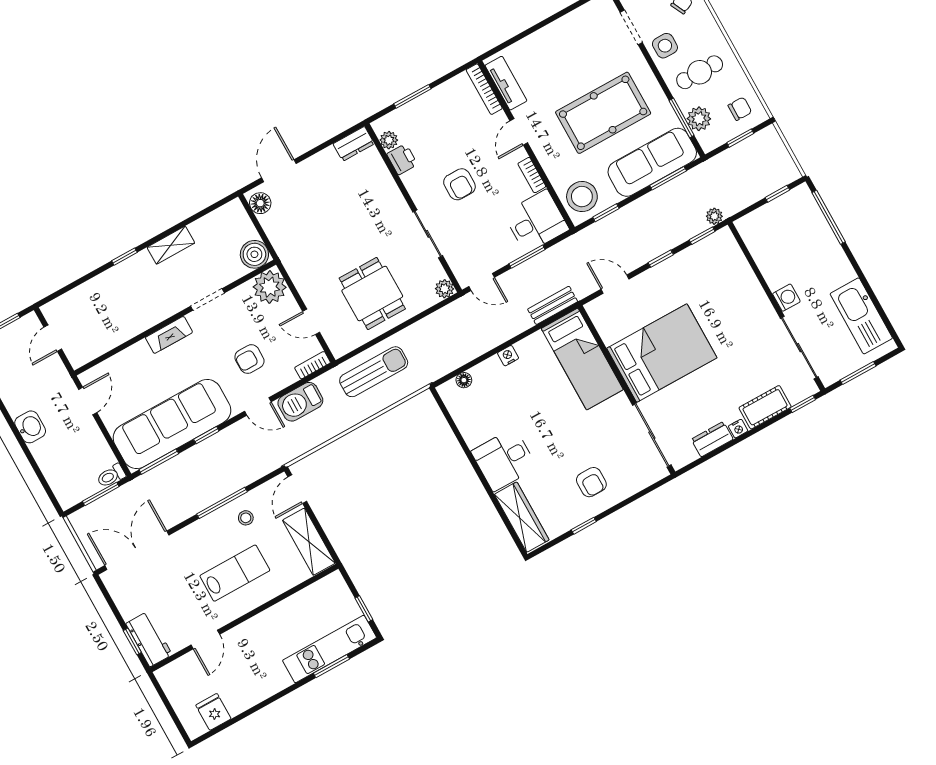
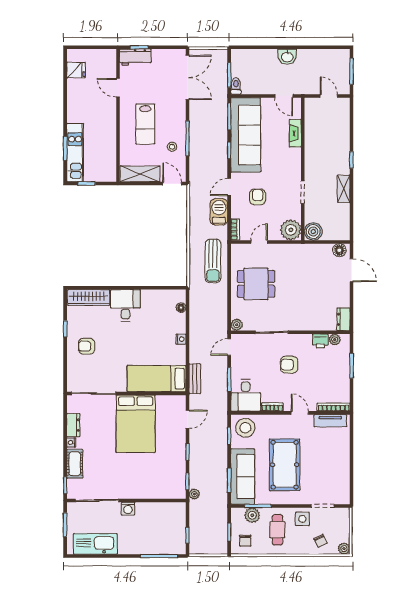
fireplace: (169, 335) -> (295, 133), moved

